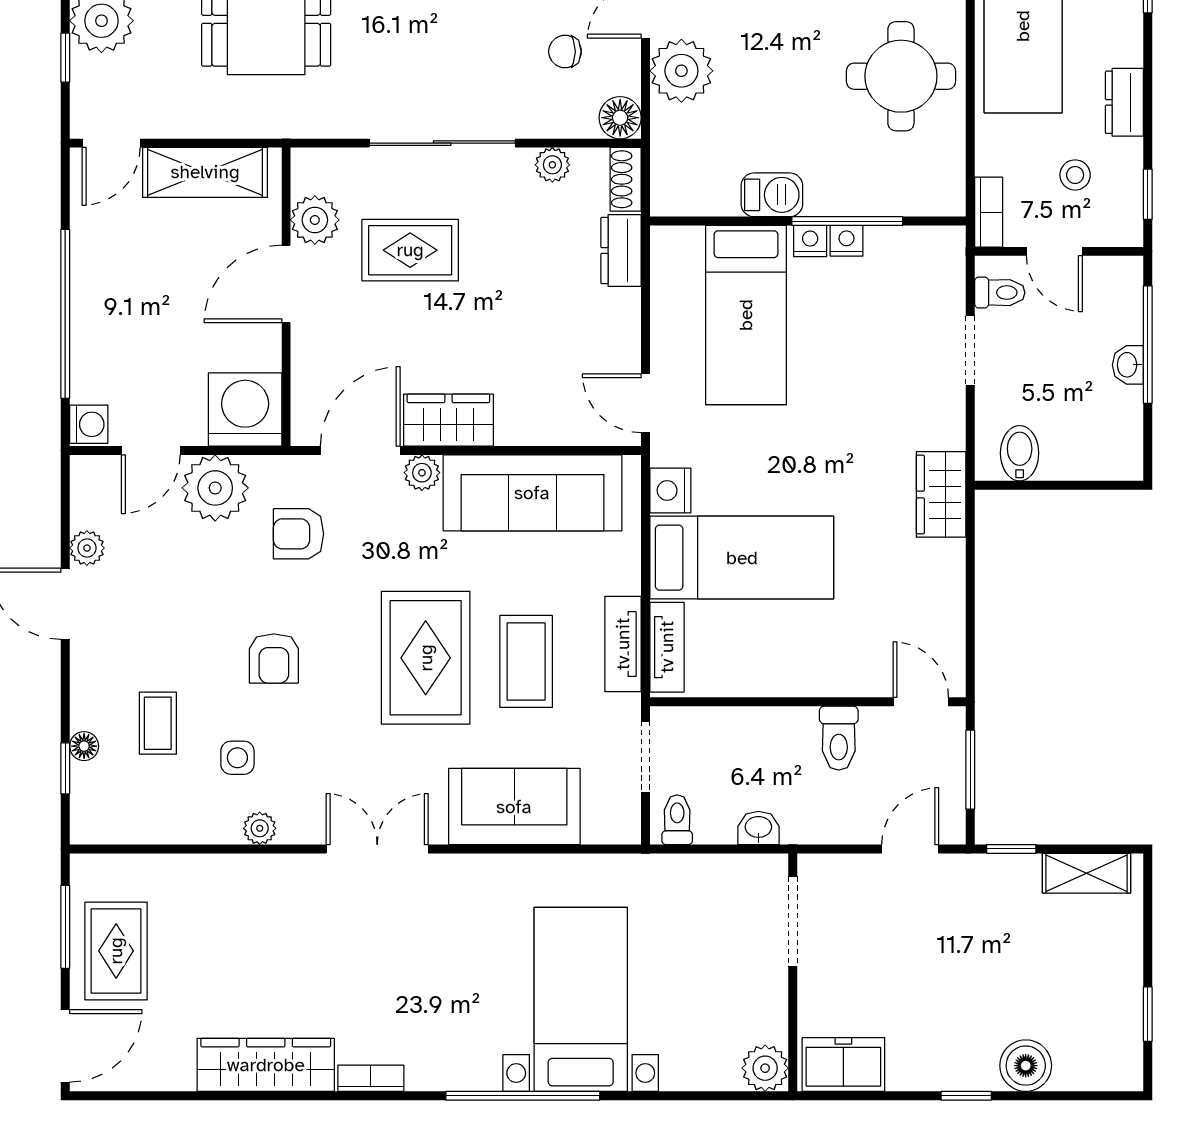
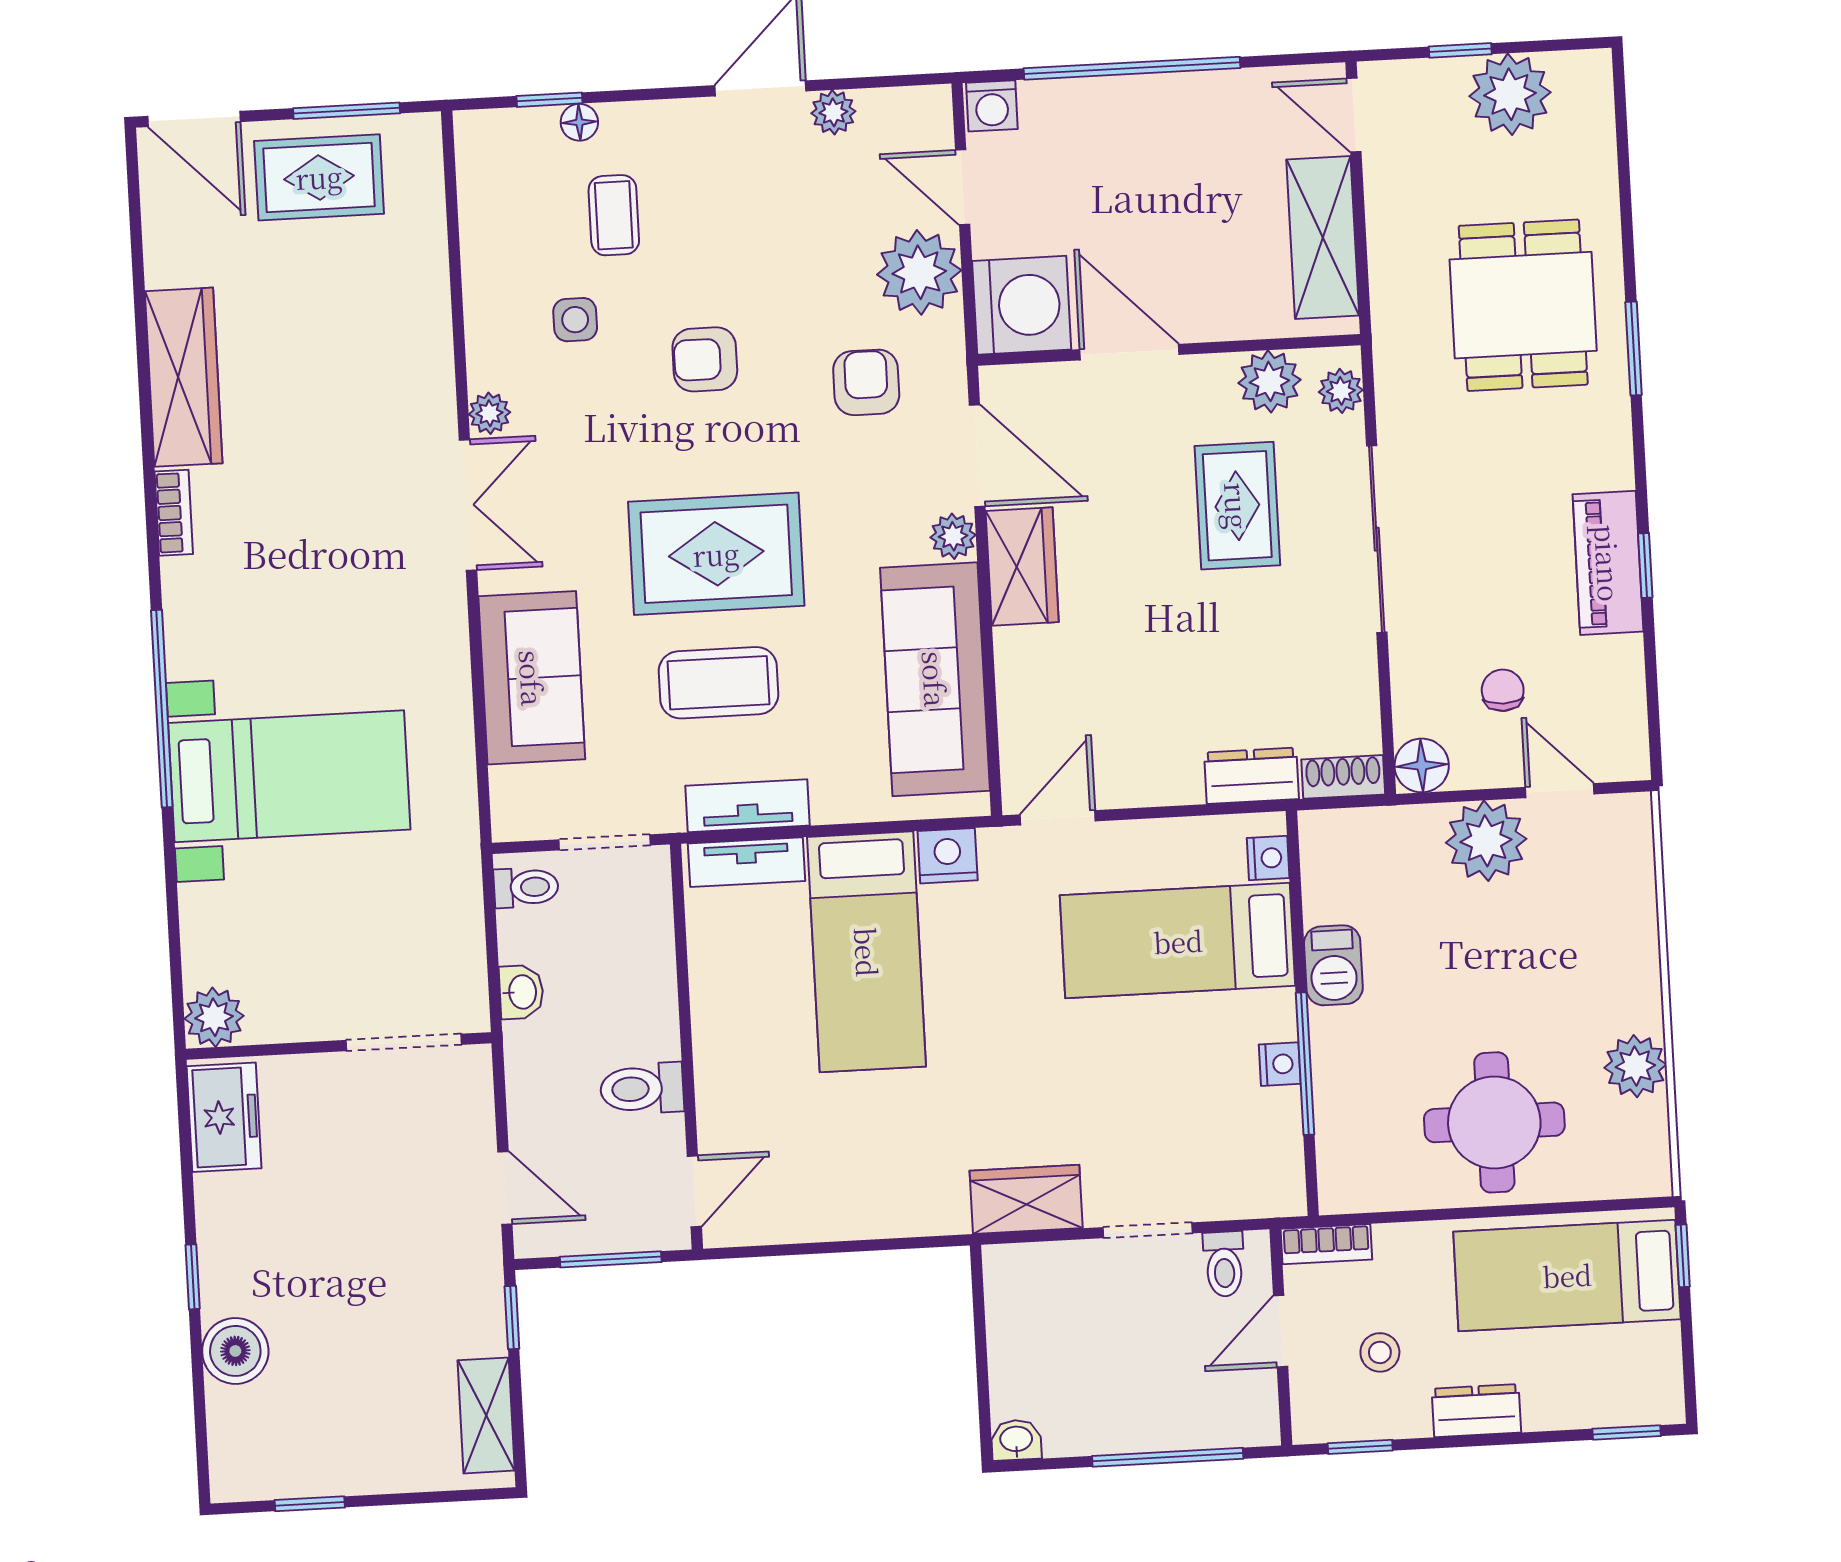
plant: (552, 165) -> (1341, 391), moved
nightstand: (810, 241) -> (1268, 858), moved
door: (286, 284) -> (1129, 352), moved
washbasin: (1128, 365) -> (1016, 1440), moved
bidet: (1020, 453) -> (1020, 1301), removed
wardrobe: (941, 494) -> (1026, 1199), moved
coffee table: (158, 723) -> (614, 215), turned 90
plant: (260, 828) -> (489, 413), moved

